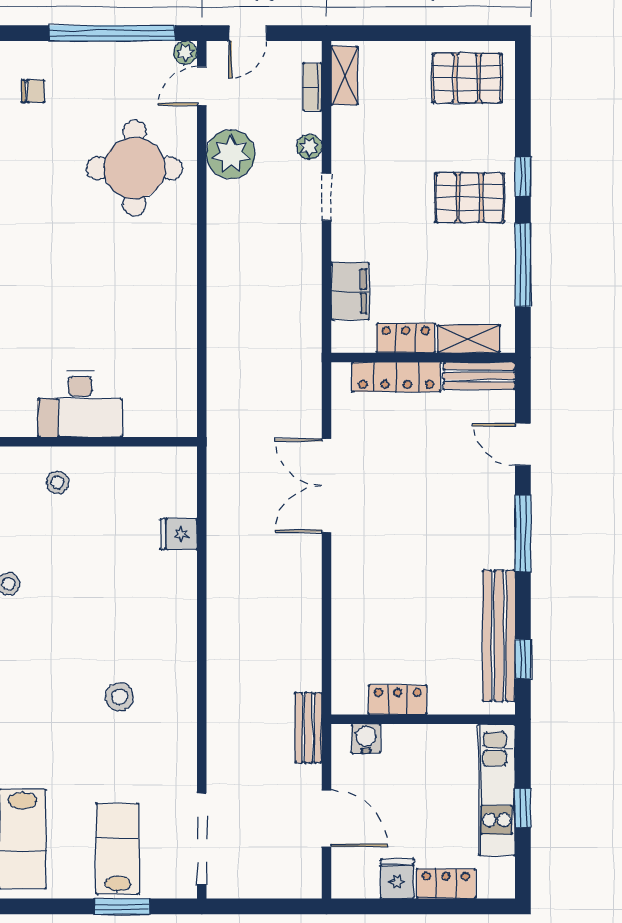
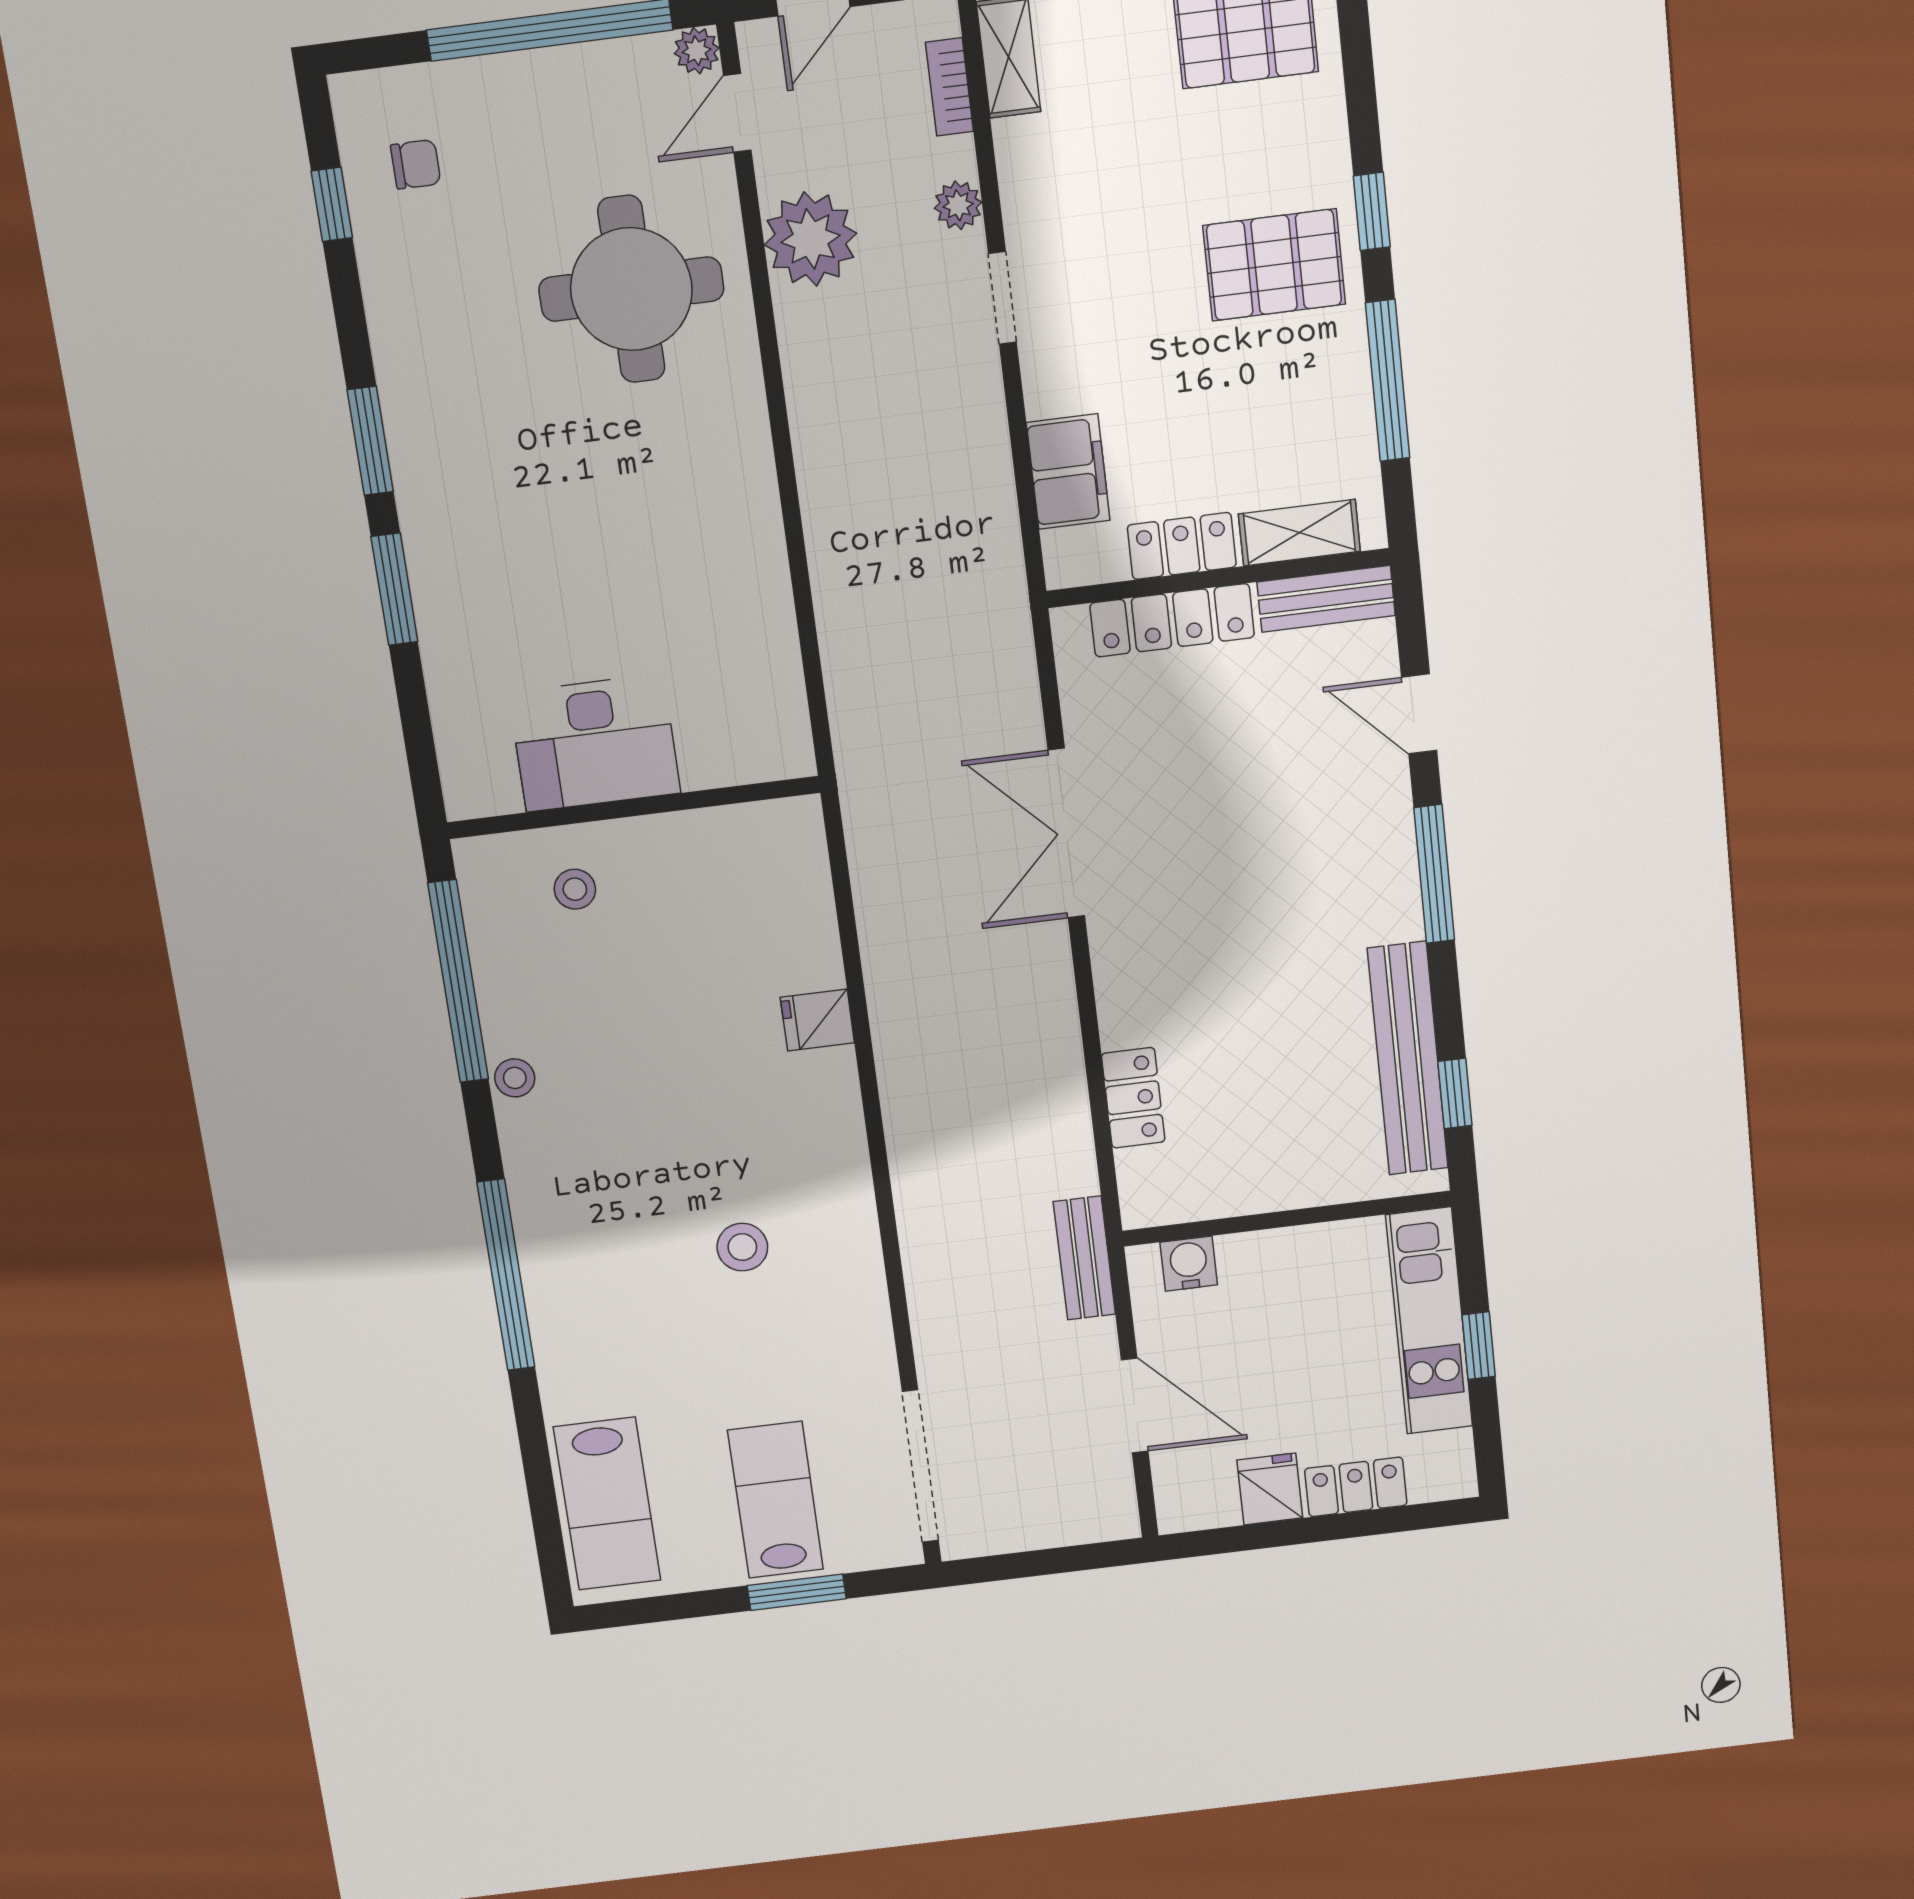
fridge: (179, 534) -> (817, 1020), moved
locker: (398, 700) -> (1133, 1098), moved, turned 90

